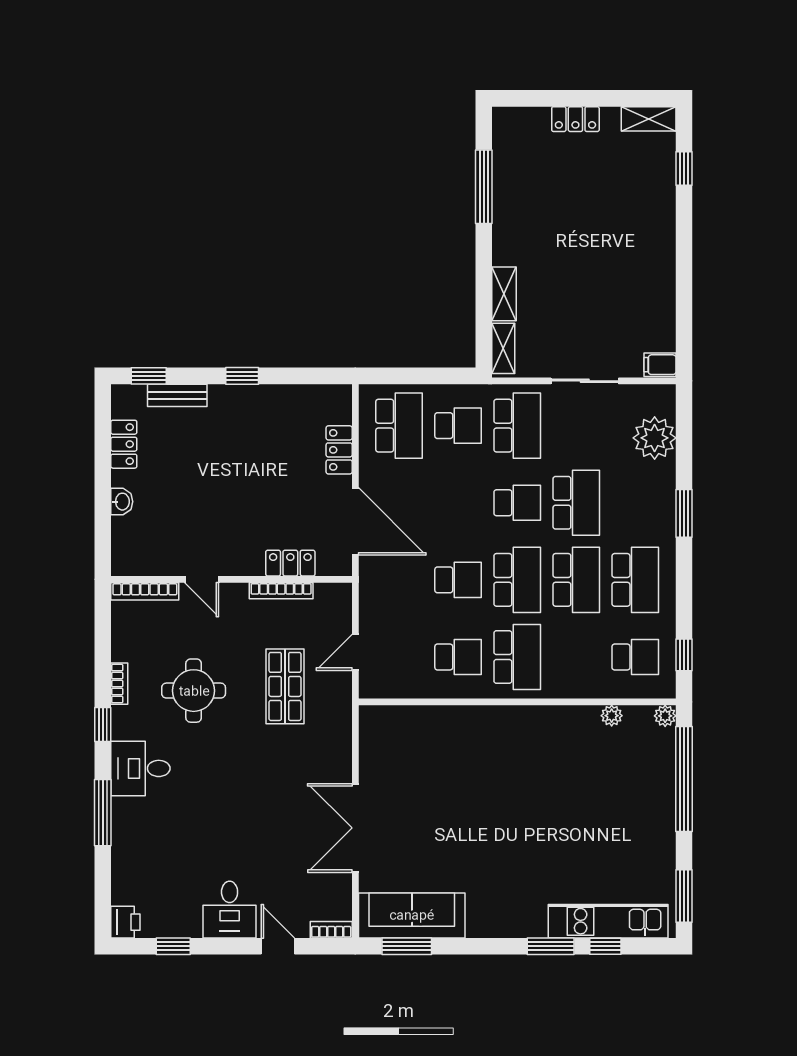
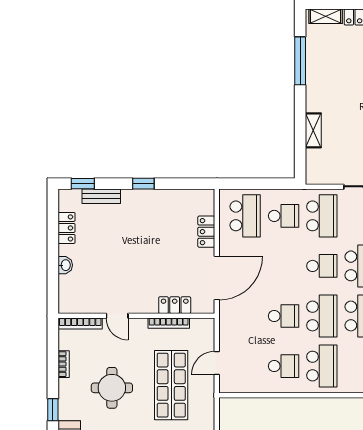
shelving: (503, 348) -> (326, 16), moved, turned 90
door: (355, 521) -> (217, 278), hinge flipped
bookcase: (119, 684) -> (64, 364), moved
shop shelf: (285, 686) -> (171, 385), width x1.43, depth x1.36

